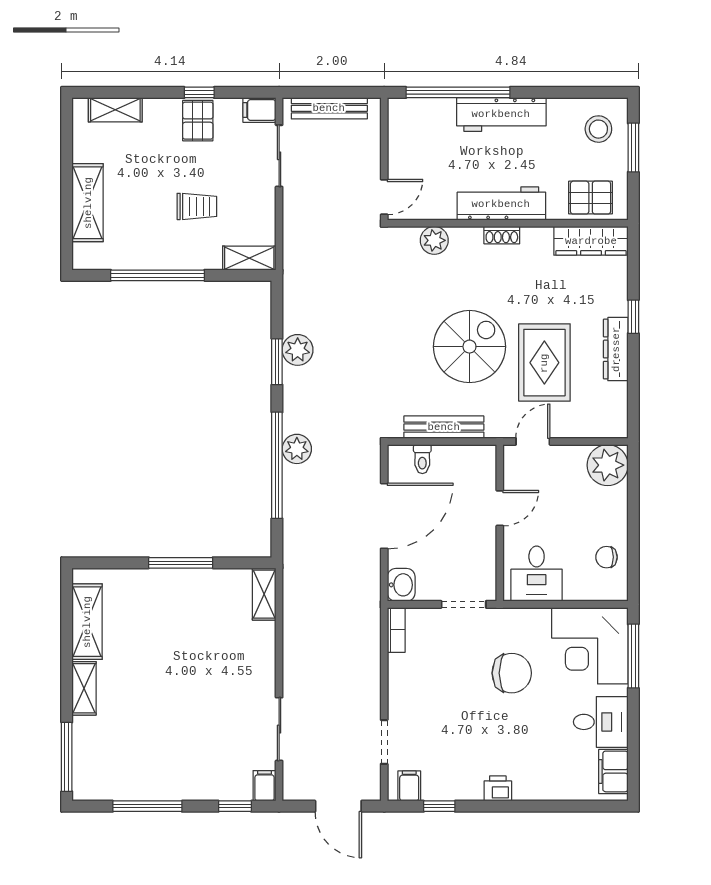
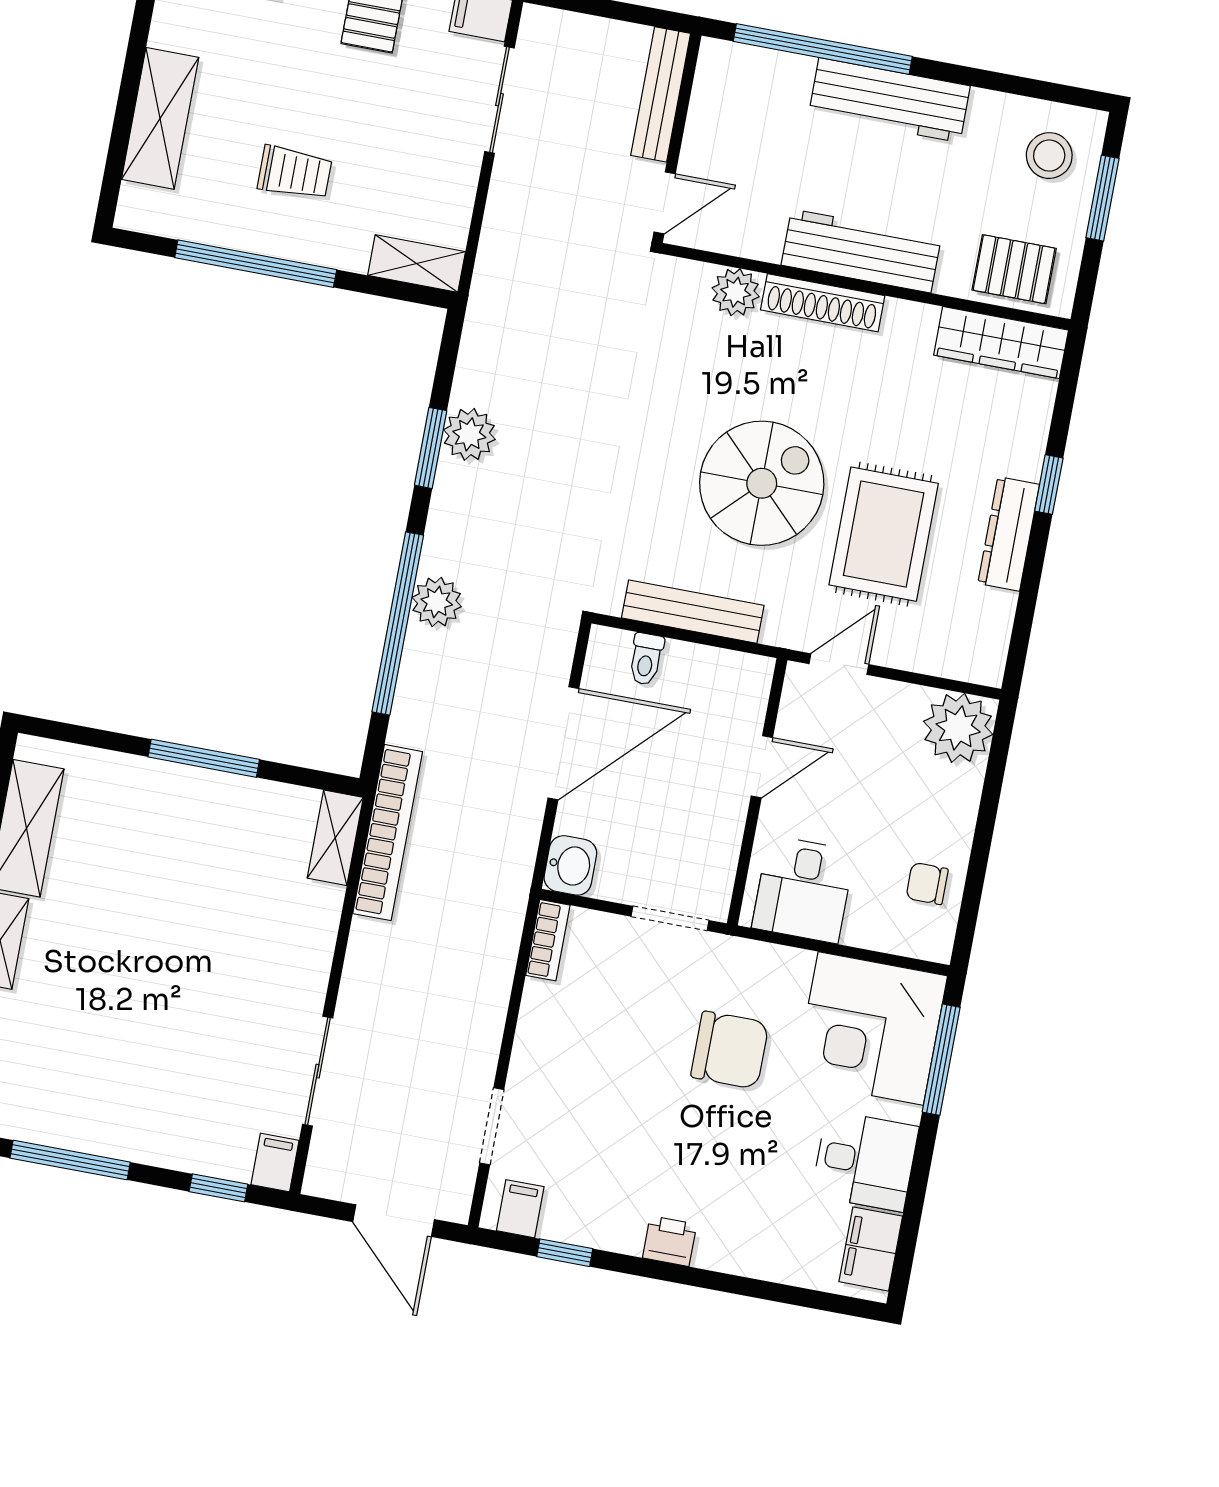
bench: (329, 108) -> (661, 94), moved, turned 90
trolley: (197, 206) -> (295, 173), moved
shoe rack: (502, 235) -> (823, 303), width x1.94, depth x1.24
bookcase: (294, 586) -> (388, 833), added

